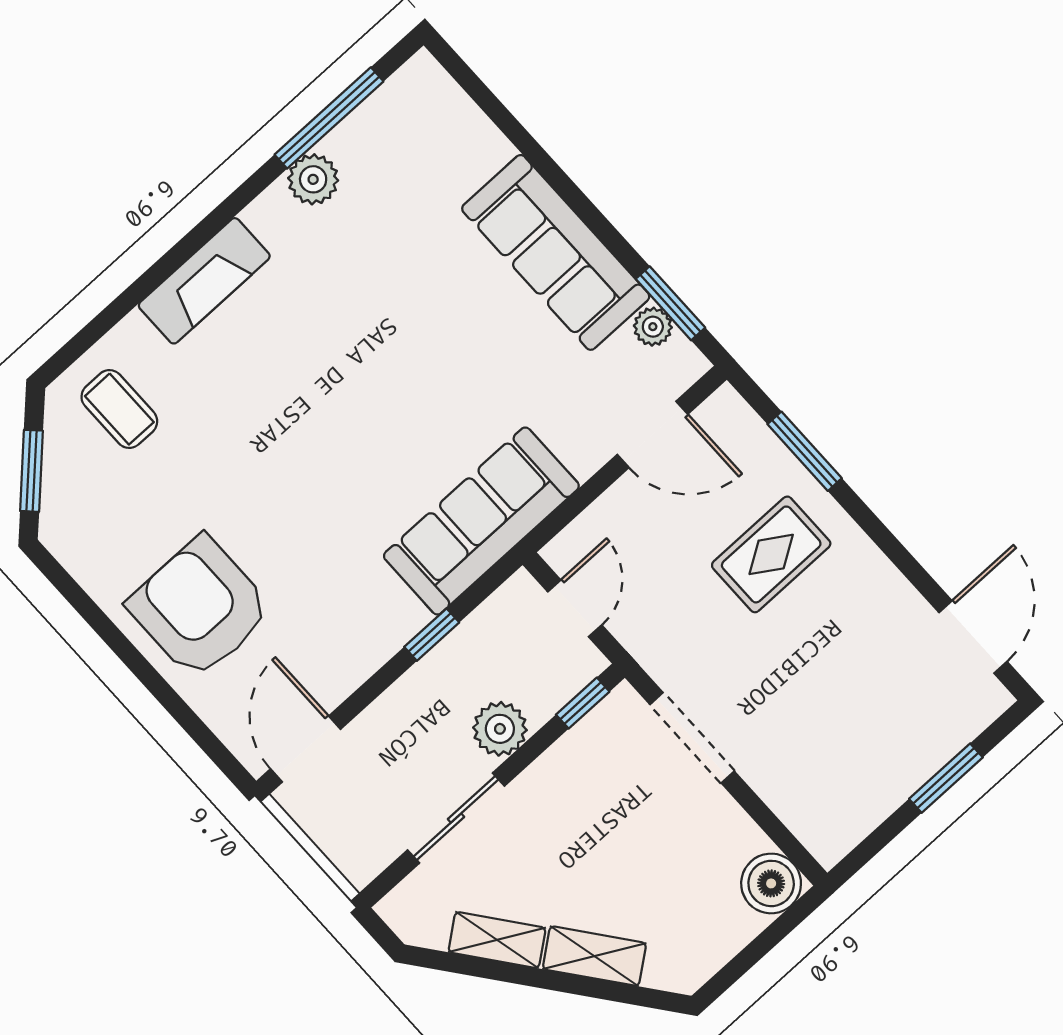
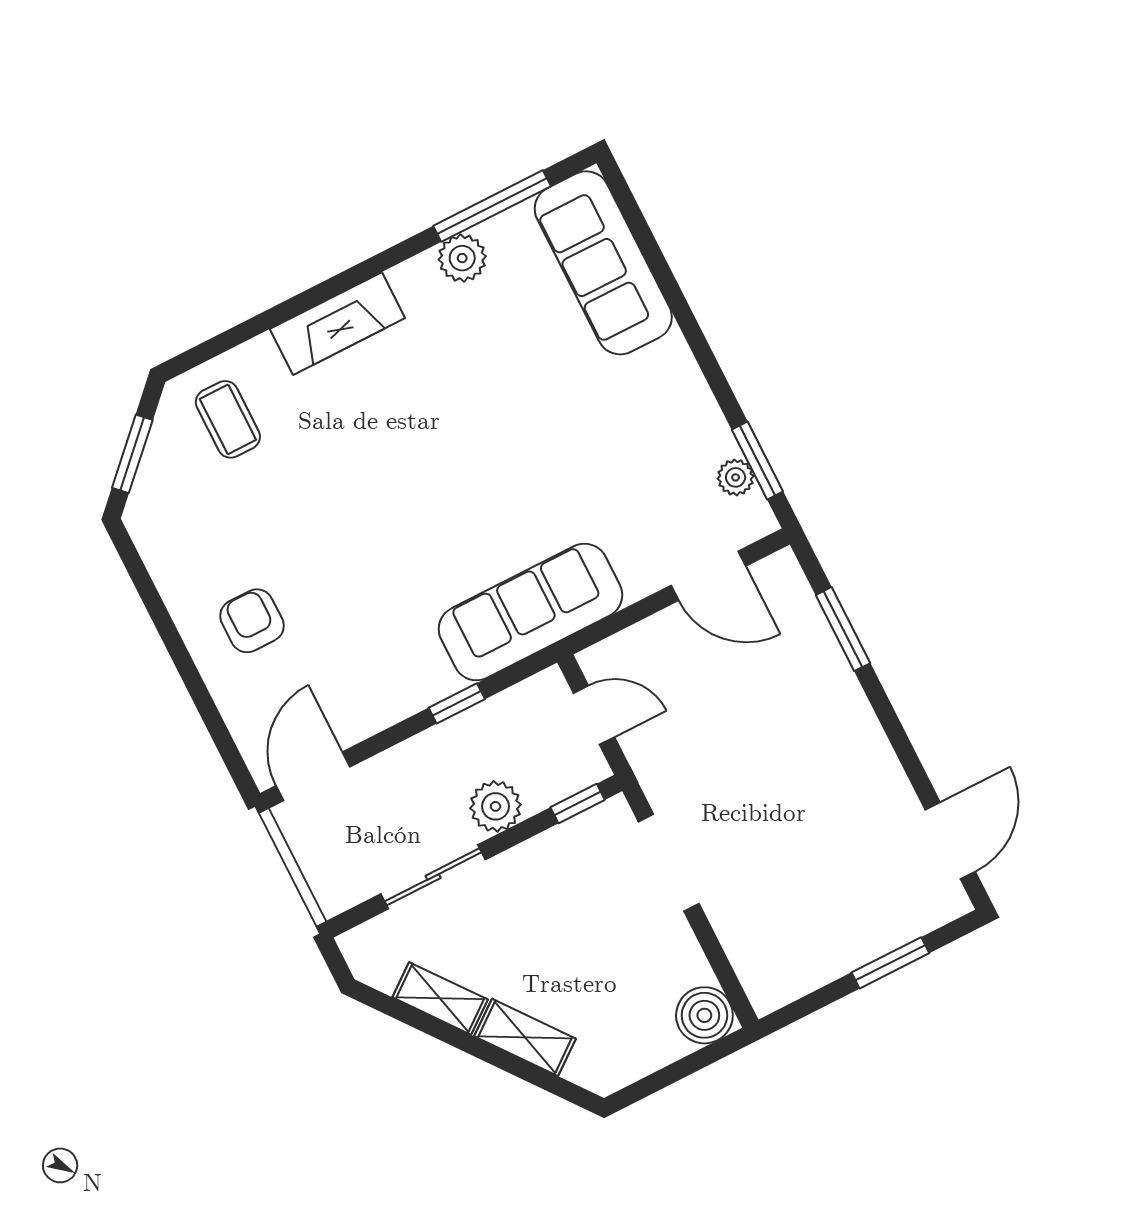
sofa: (556, 252) -> (603, 263), moved
rug: (771, 554) -> (787, 715), removed
armchair: (200, 608) -> (252, 621), width x0.53, depth x0.53
door: (575, 608) -> (594, 715), hinge flipped

